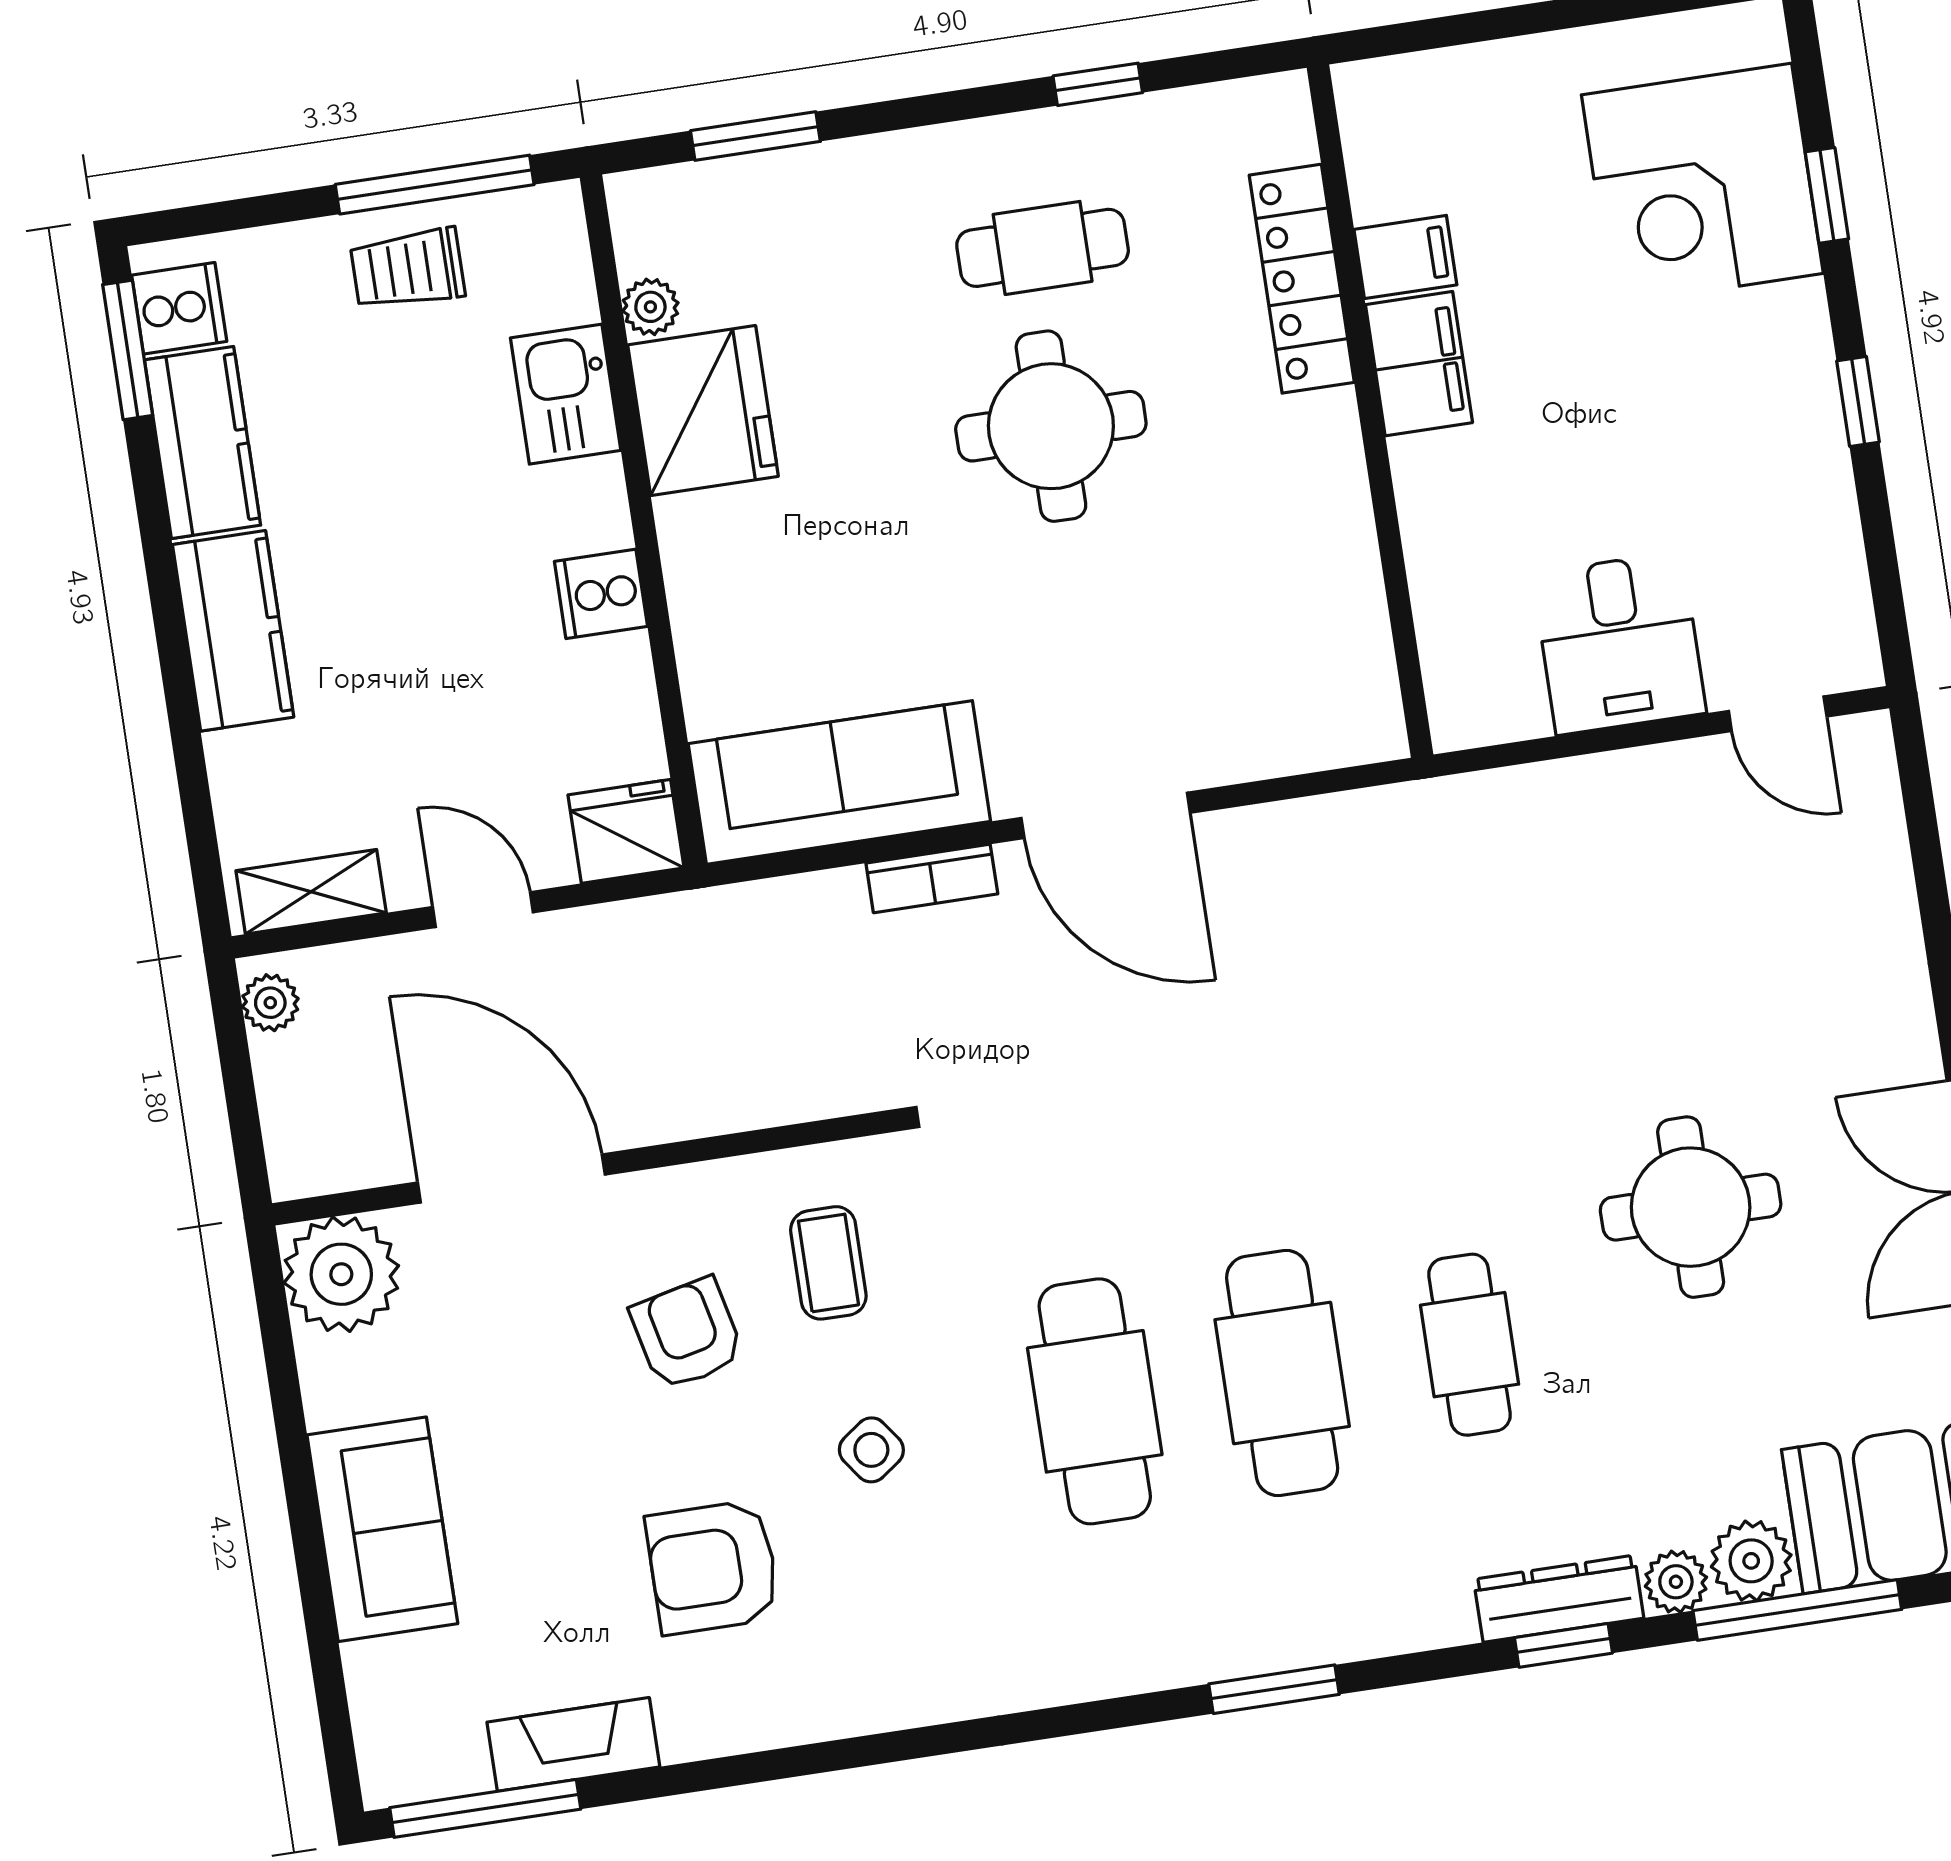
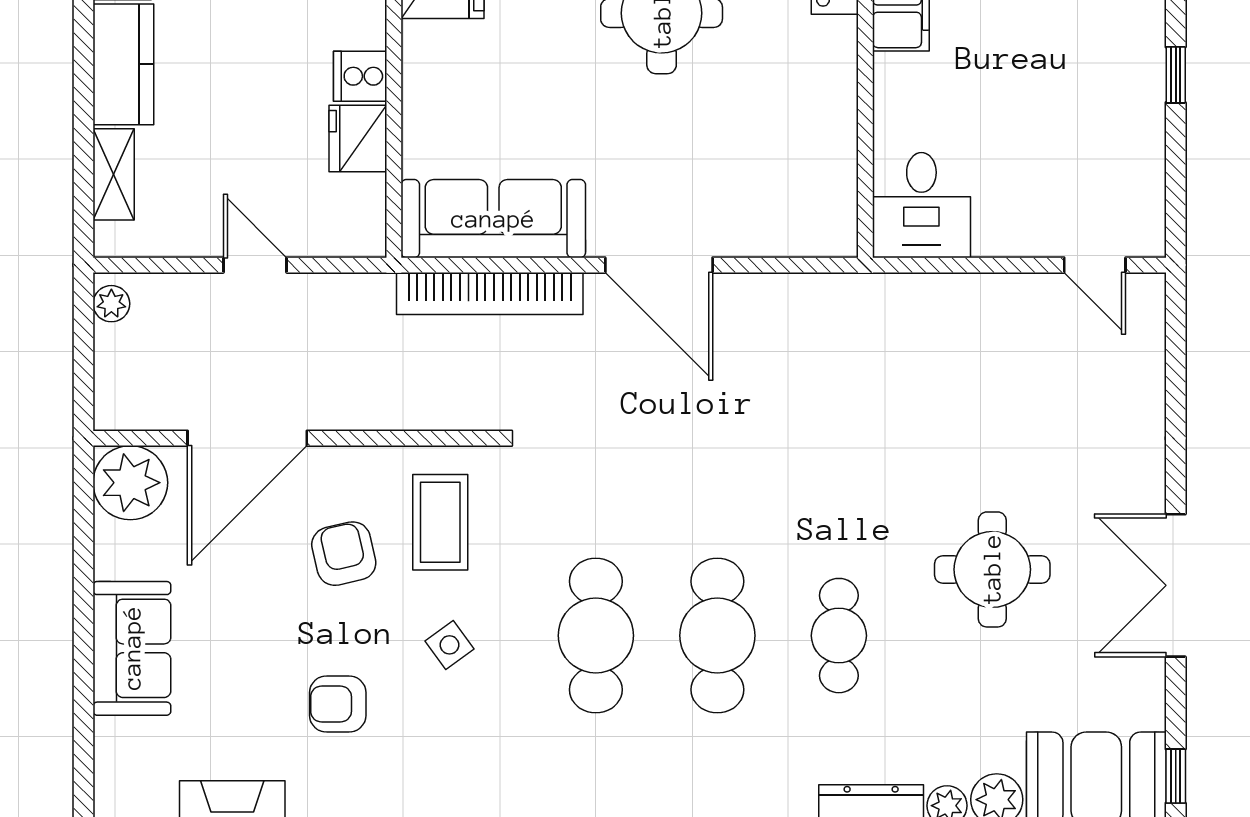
desk: (1619, 643) -> (921, 205), moved
fridge: (626, 831) -> (358, 138), moved, turned -90
bookcase: (932, 878) -> (490, 293), width x2.31, depth x1.31
shelving: (311, 892) -> (114, 174), moved, turned 90
door: (511, 1178) -> (247, 438), swing flipped
coffee table: (828, 1263) -> (440, 522), width x1.36, depth x1.30
armchair: (713, 1567) -> (338, 704), width x0.72, depth x0.72

